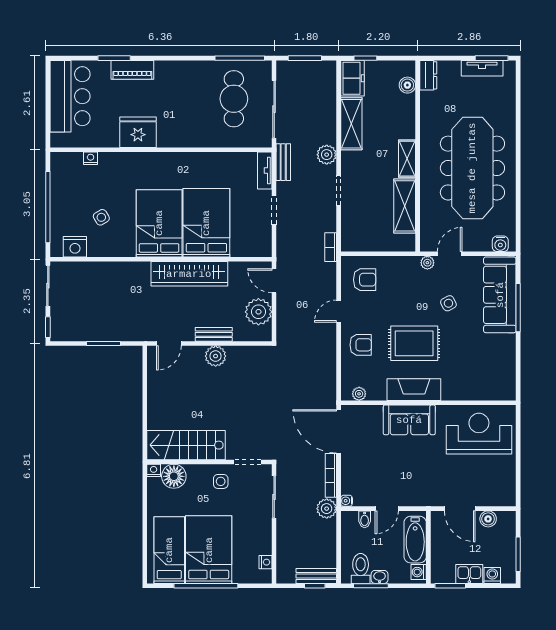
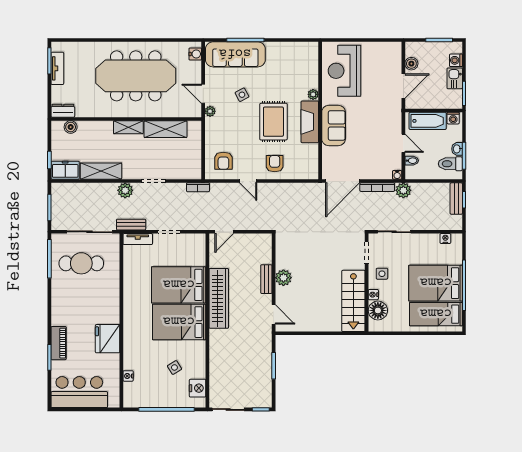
armchair: (365, 280) -> (223, 161), turned 180
plant: (258, 312) -> (249, 244), removed
plant: (359, 394) -> (313, 94), moved
nightstand: (154, 470) -> (373, 295), moved

